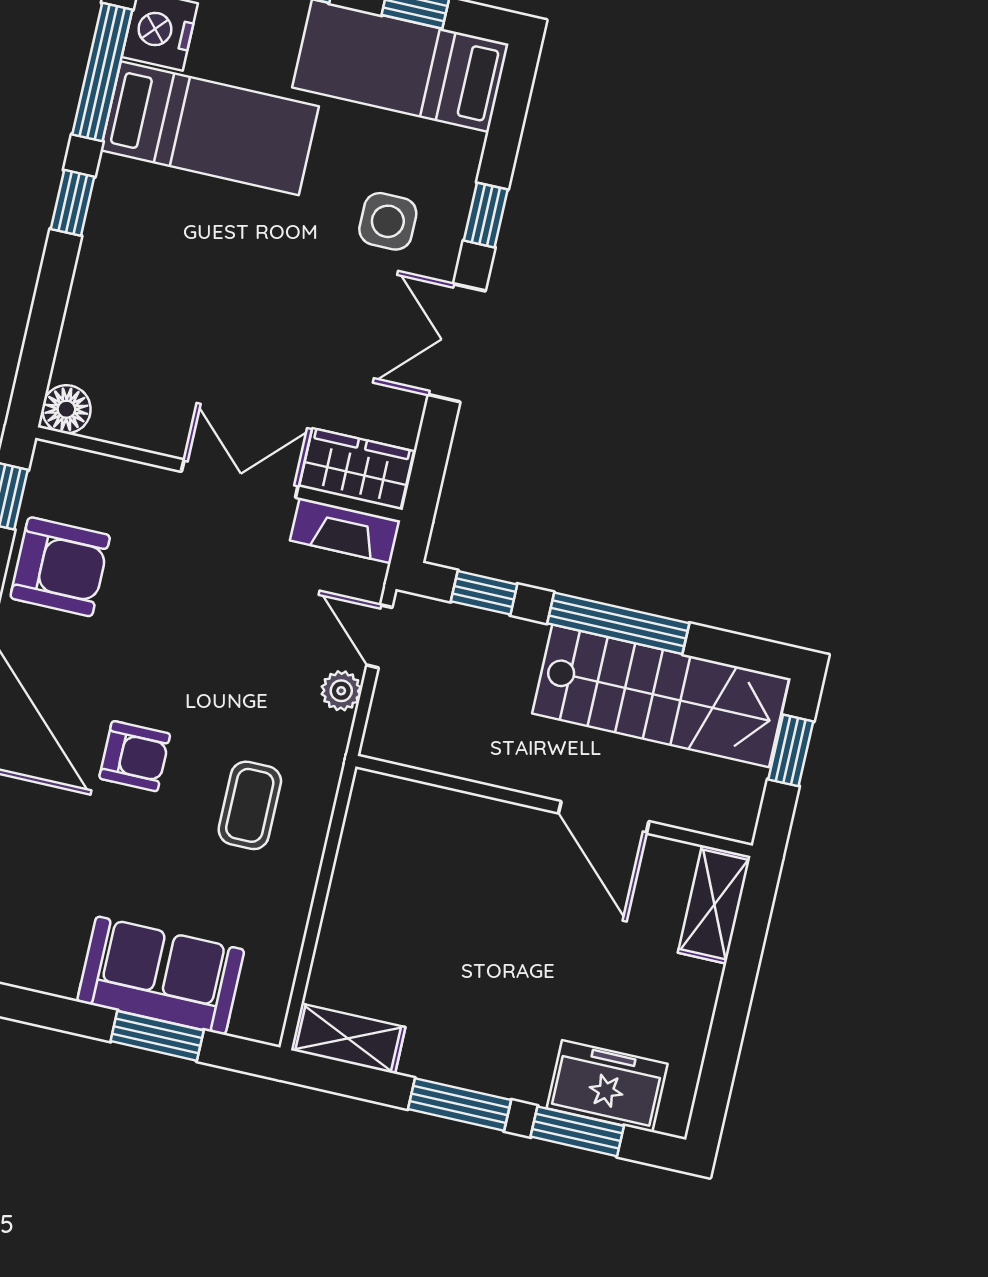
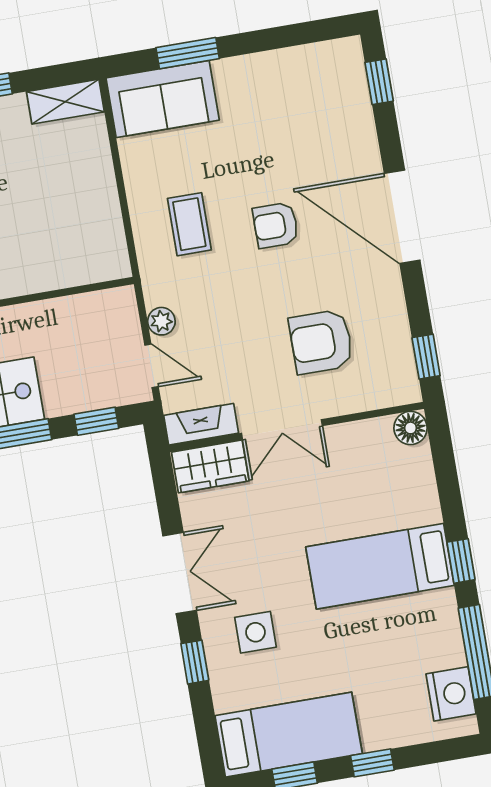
bed: (210, 128) -> (380, 566), moved
armchair: (60, 567) -> (321, 342), moved
sofa: (161, 976) -> (163, 99), moved

